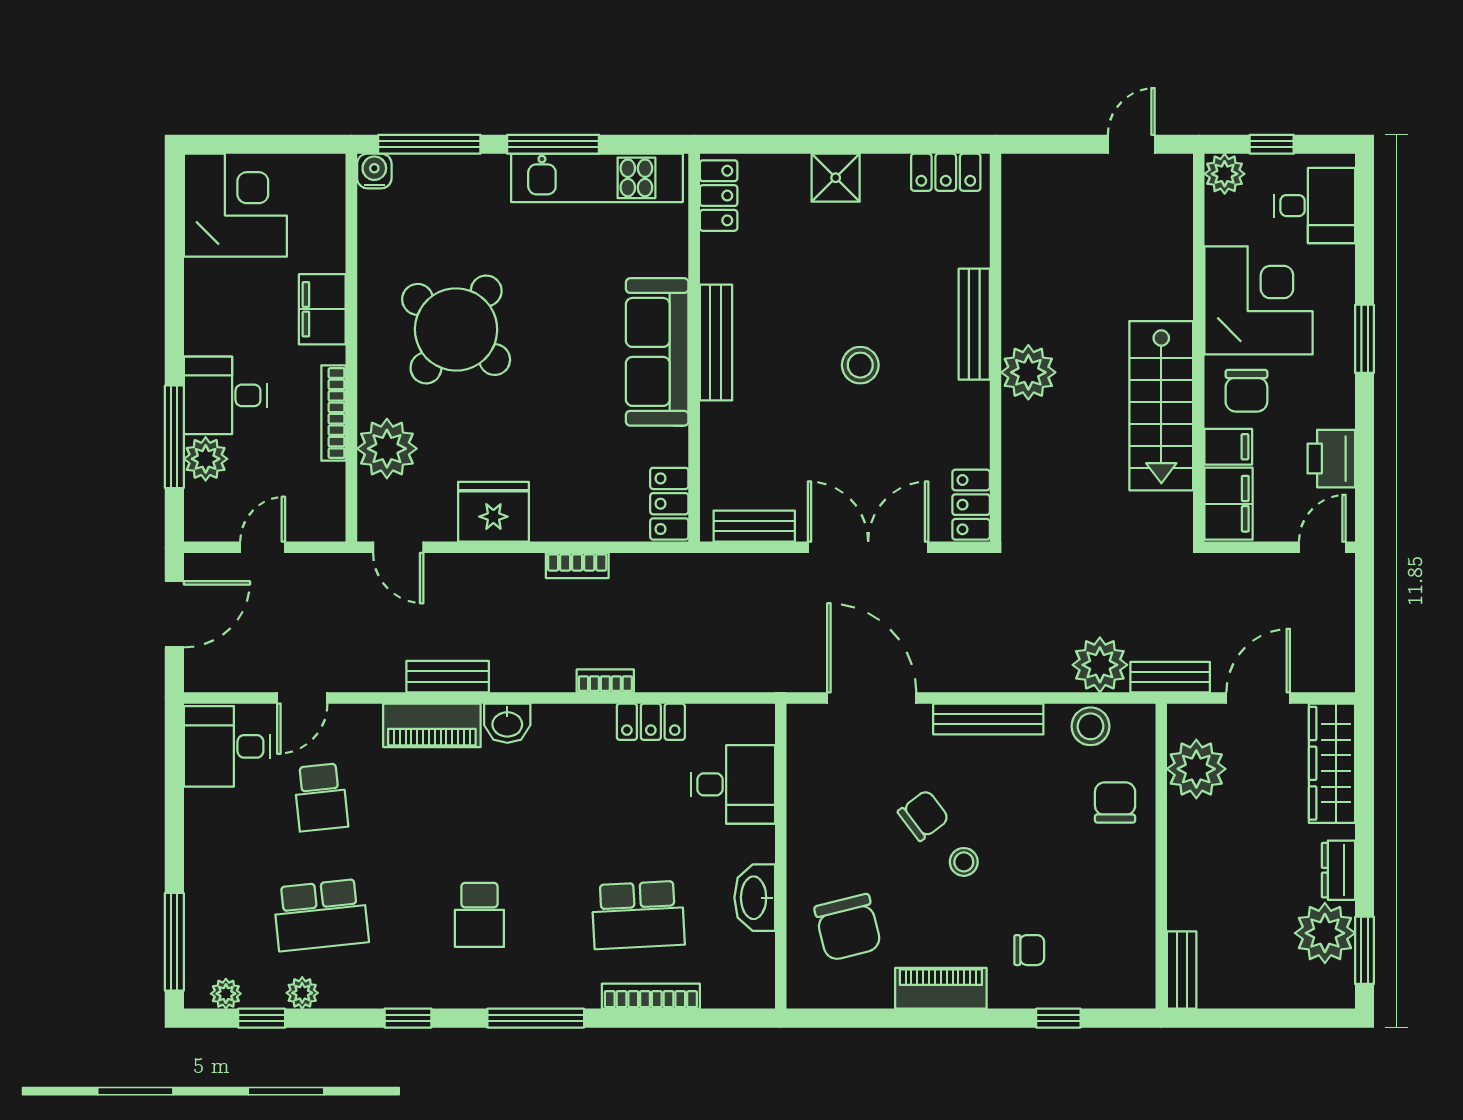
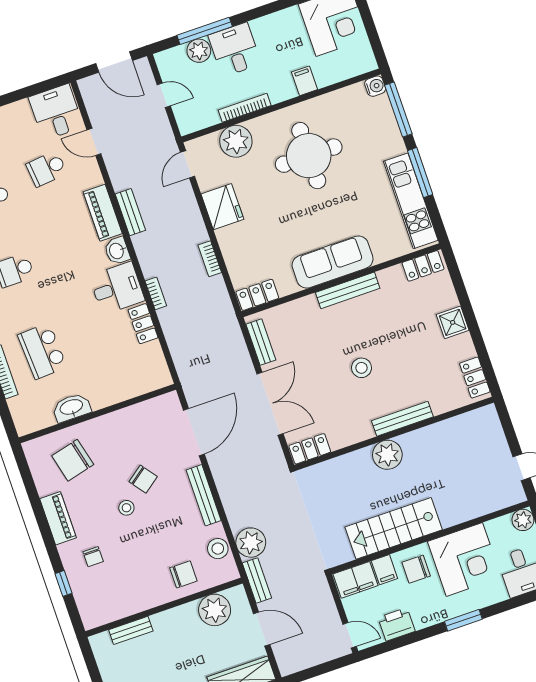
filing cabinet: (322, 309) -> (304, 81), width x0.50
round table: (456, 329) -> (309, 156), turned -38
desk: (733, 784) -> (117, 288), moved, turned -90
bench: (1182, 970) -> (131, 630), moved

